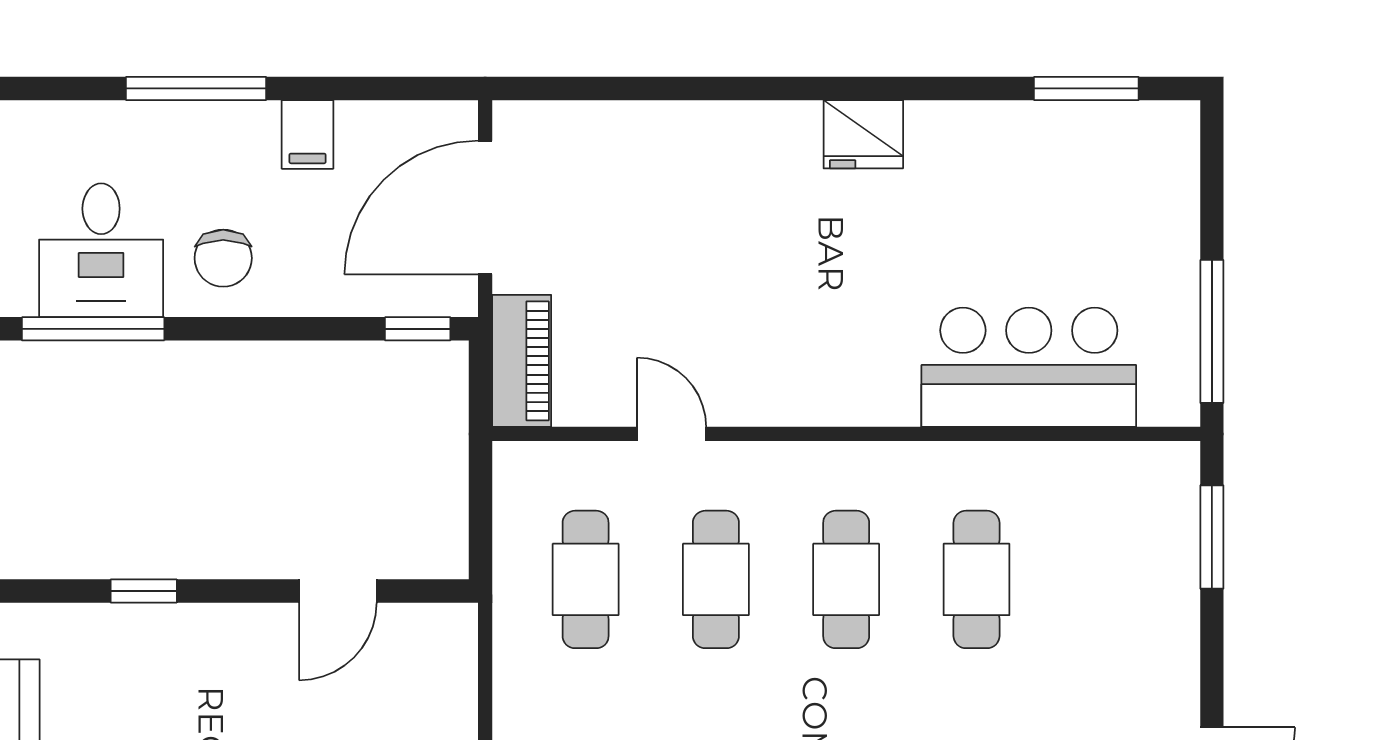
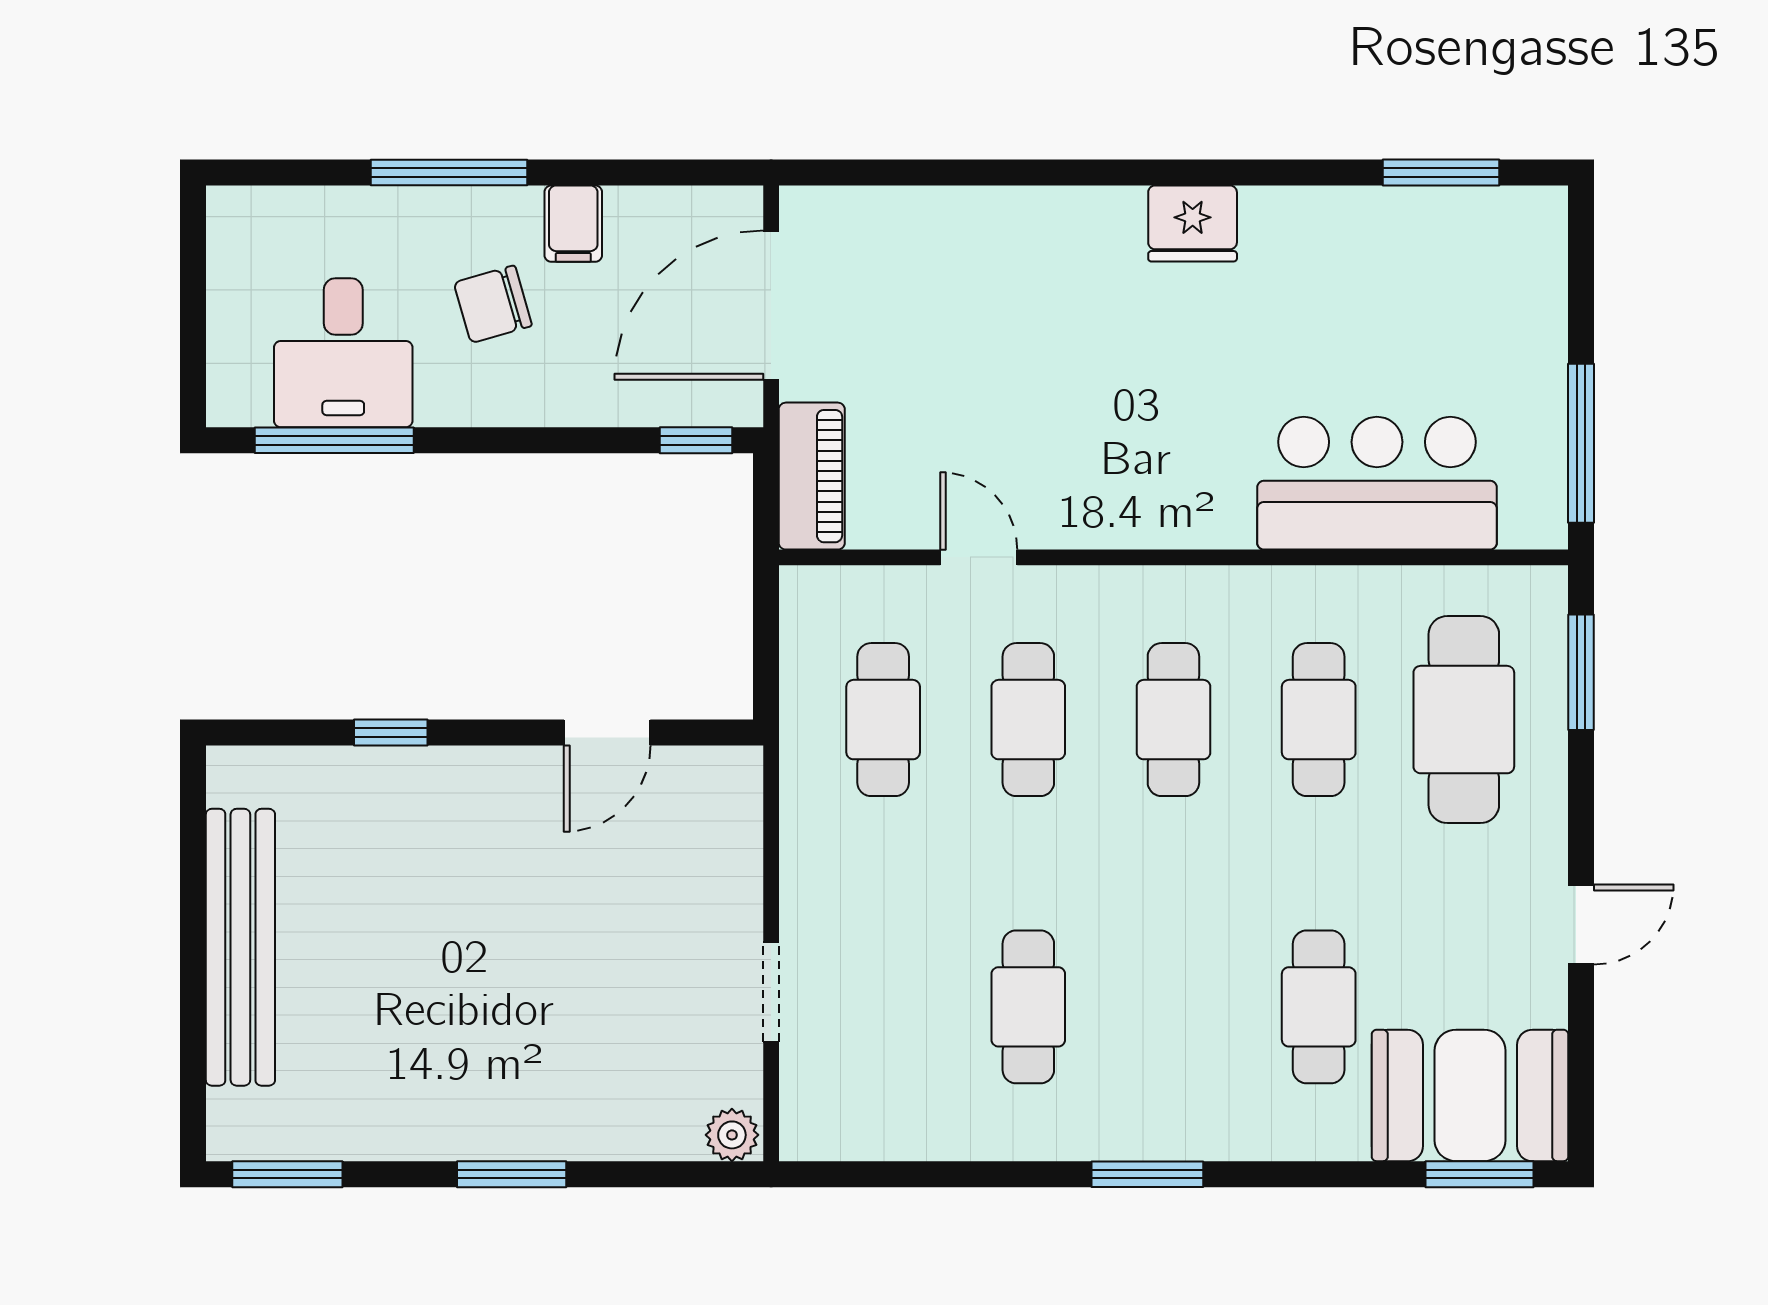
chair: (223, 258) -> (493, 304), moved, turned 74
cafe table: (1107, 579) -> (1464, 720), added

